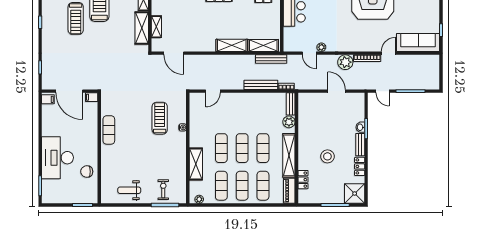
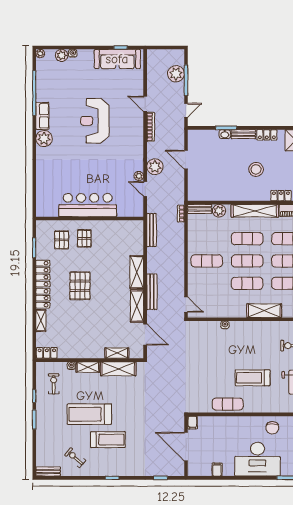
sofa: (418, 42) -> (117, 59), moved, turned -90
shelving: (263, 45) -> (137, 306), moved
door: (174, 53) -> (145, 334), hinge flipped
door: (309, 53) -> (145, 189), swing flipped
plant: (345, 62) -> (155, 167), moved
plant: (417, 82) -> (176, 74), added
bench: (261, 85) -> (152, 292), moved
door: (69, 91) -> (186, 447), swing flipped
door: (213, 91) -> (186, 305), moved
door: (337, 91) -> (186, 160), hinge flipped
filing cabinet: (48, 99) -> (217, 470), moved
exercise mat: (242, 110) -> (207, 261), added
treadmill: (160, 118) -> (253, 378), moved

